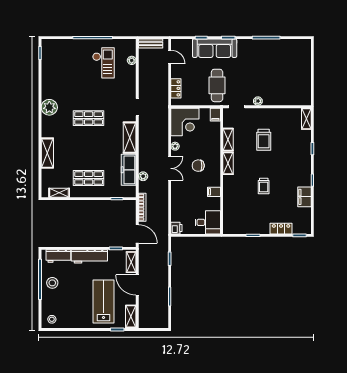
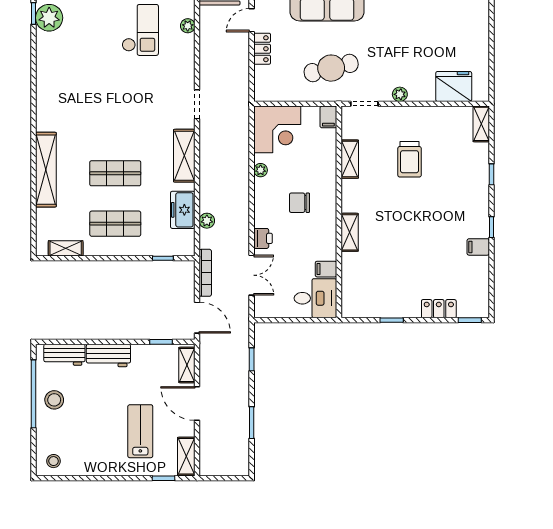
door: (170, 57) -> (252, 20), swing flipped
cafe table: (217, 85) -> (331, 68), turned 76
locker: (176, 88) -> (262, 49), moved
fridge: (290, 96) -> (454, 86), added
plant: (49, 107) -> (49, 18), moved
shop shelf: (89, 118) -> (115, 173), moved
shelving: (47, 153) -> (46, 170), width x1.47
shelving: (228, 163) -> (350, 232), moved
double door: (170, 168) -> (252, 275), moved
freezer: (129, 170) -> (183, 210), width x0.71
trolley: (264, 186) -> (410, 237), removed
filing cabinet: (214, 192) -> (326, 269), moved
filing cabinet: (305, 197) -> (478, 247), width x0.50
printer: (176, 228) -> (263, 238), moved
workbench: (89, 256) -> (108, 355), width x0.73
lab bench: (103, 302) -> (140, 431), width x0.73, depth x0.72

